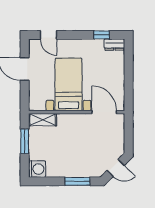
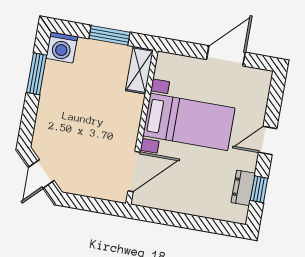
door: (48, 35) -> (268, 141), moved
dresser: (114, 45) -> (243, 188), moved
window: (78, 181) -> (37, 74), moved

